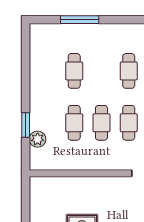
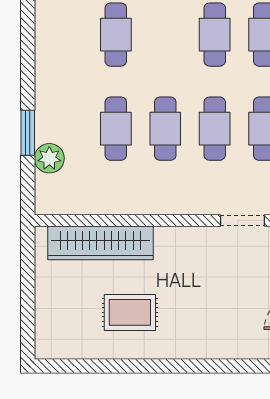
wardrobe: (66, 186) -> (101, 243), added

